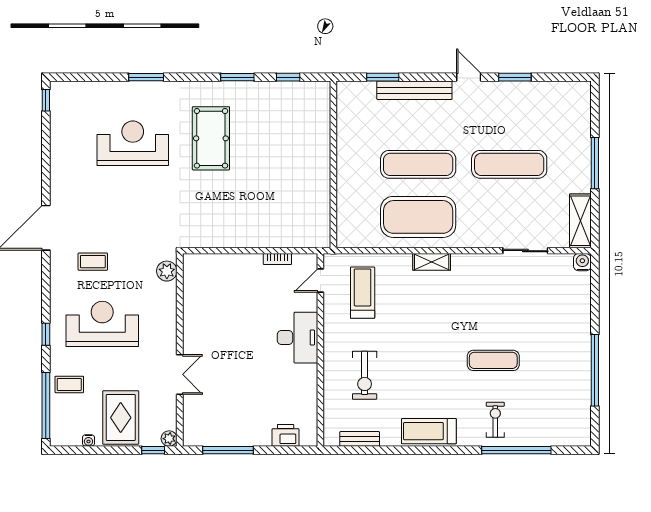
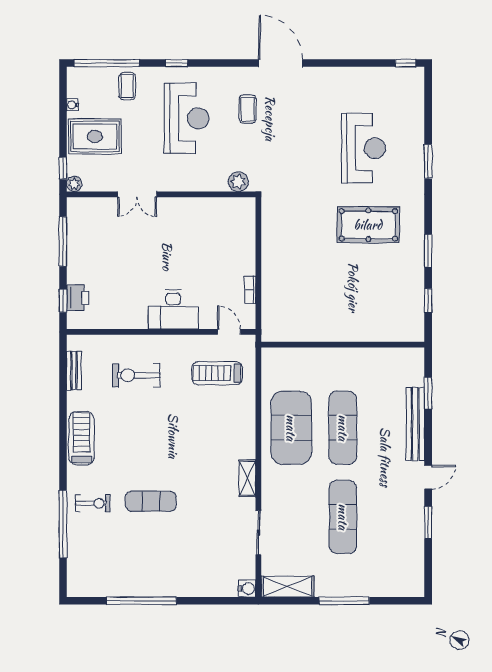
shelving: (432, 262) -> (247, 478), moved
treadmill: (363, 293) -> (217, 373), turned 180
exercise mat: (493, 360) -> (151, 501), turned 90
window: (289, 450) -> (63, 301), added

